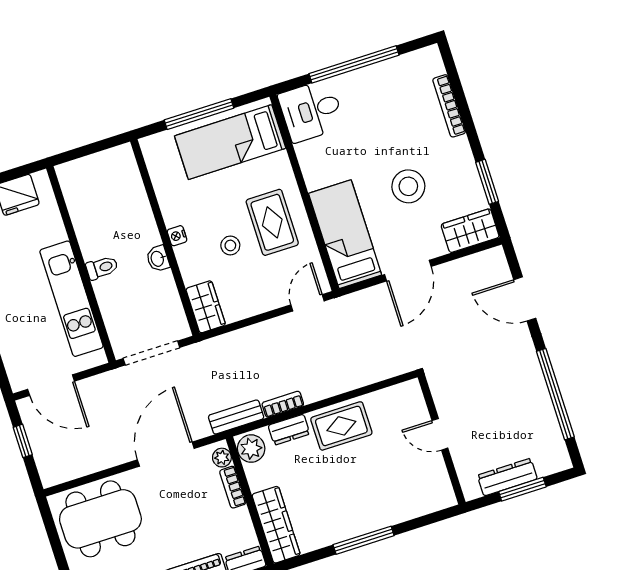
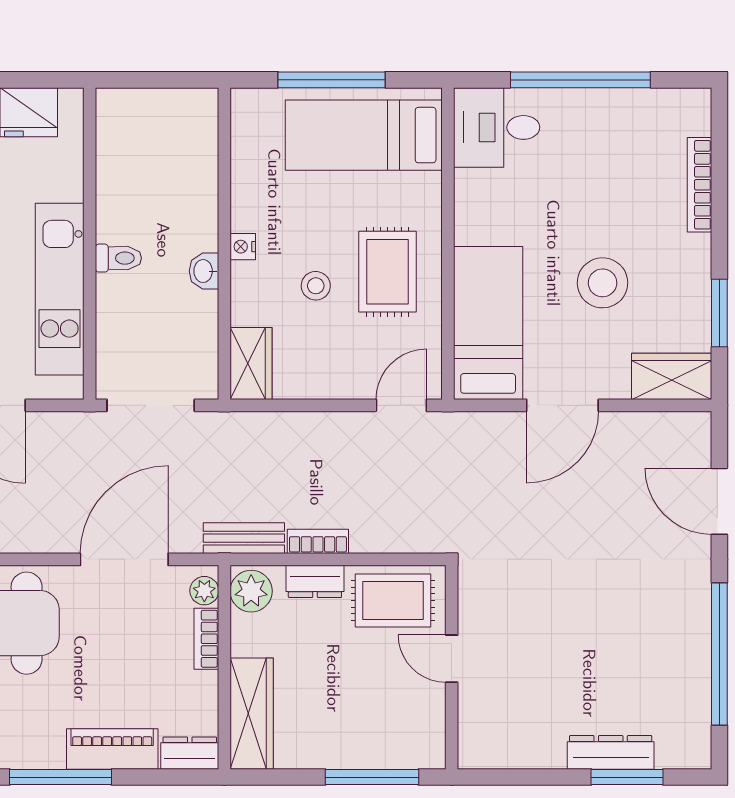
door: (440, 434) -> (452, 659), moved
wall: (442, 440) -> (452, 667), moved

